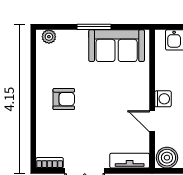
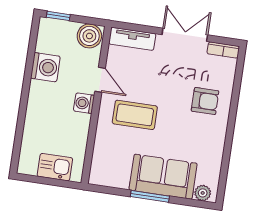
sofa: (117, 46) -> (163, 177), moved
coffee table: (118, 95) -> (135, 115), added
armchair: (64, 99) -> (205, 101), moved, turned 180

